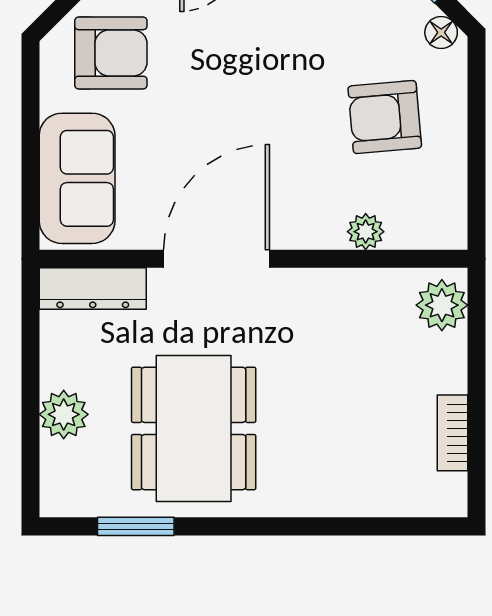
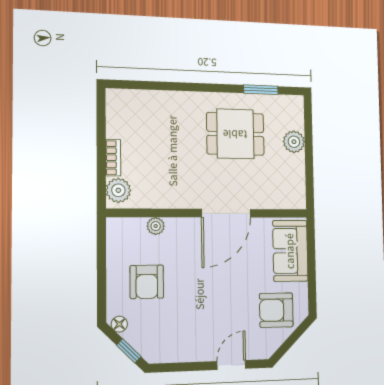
armchair: (385, 117) -> (147, 282), turned 95
dresser: (93, 289) -> (282, 199), removed
dining table: (194, 428) -> (235, 134), width x0.73
bookcase: (452, 433) -> (113, 158), moved

